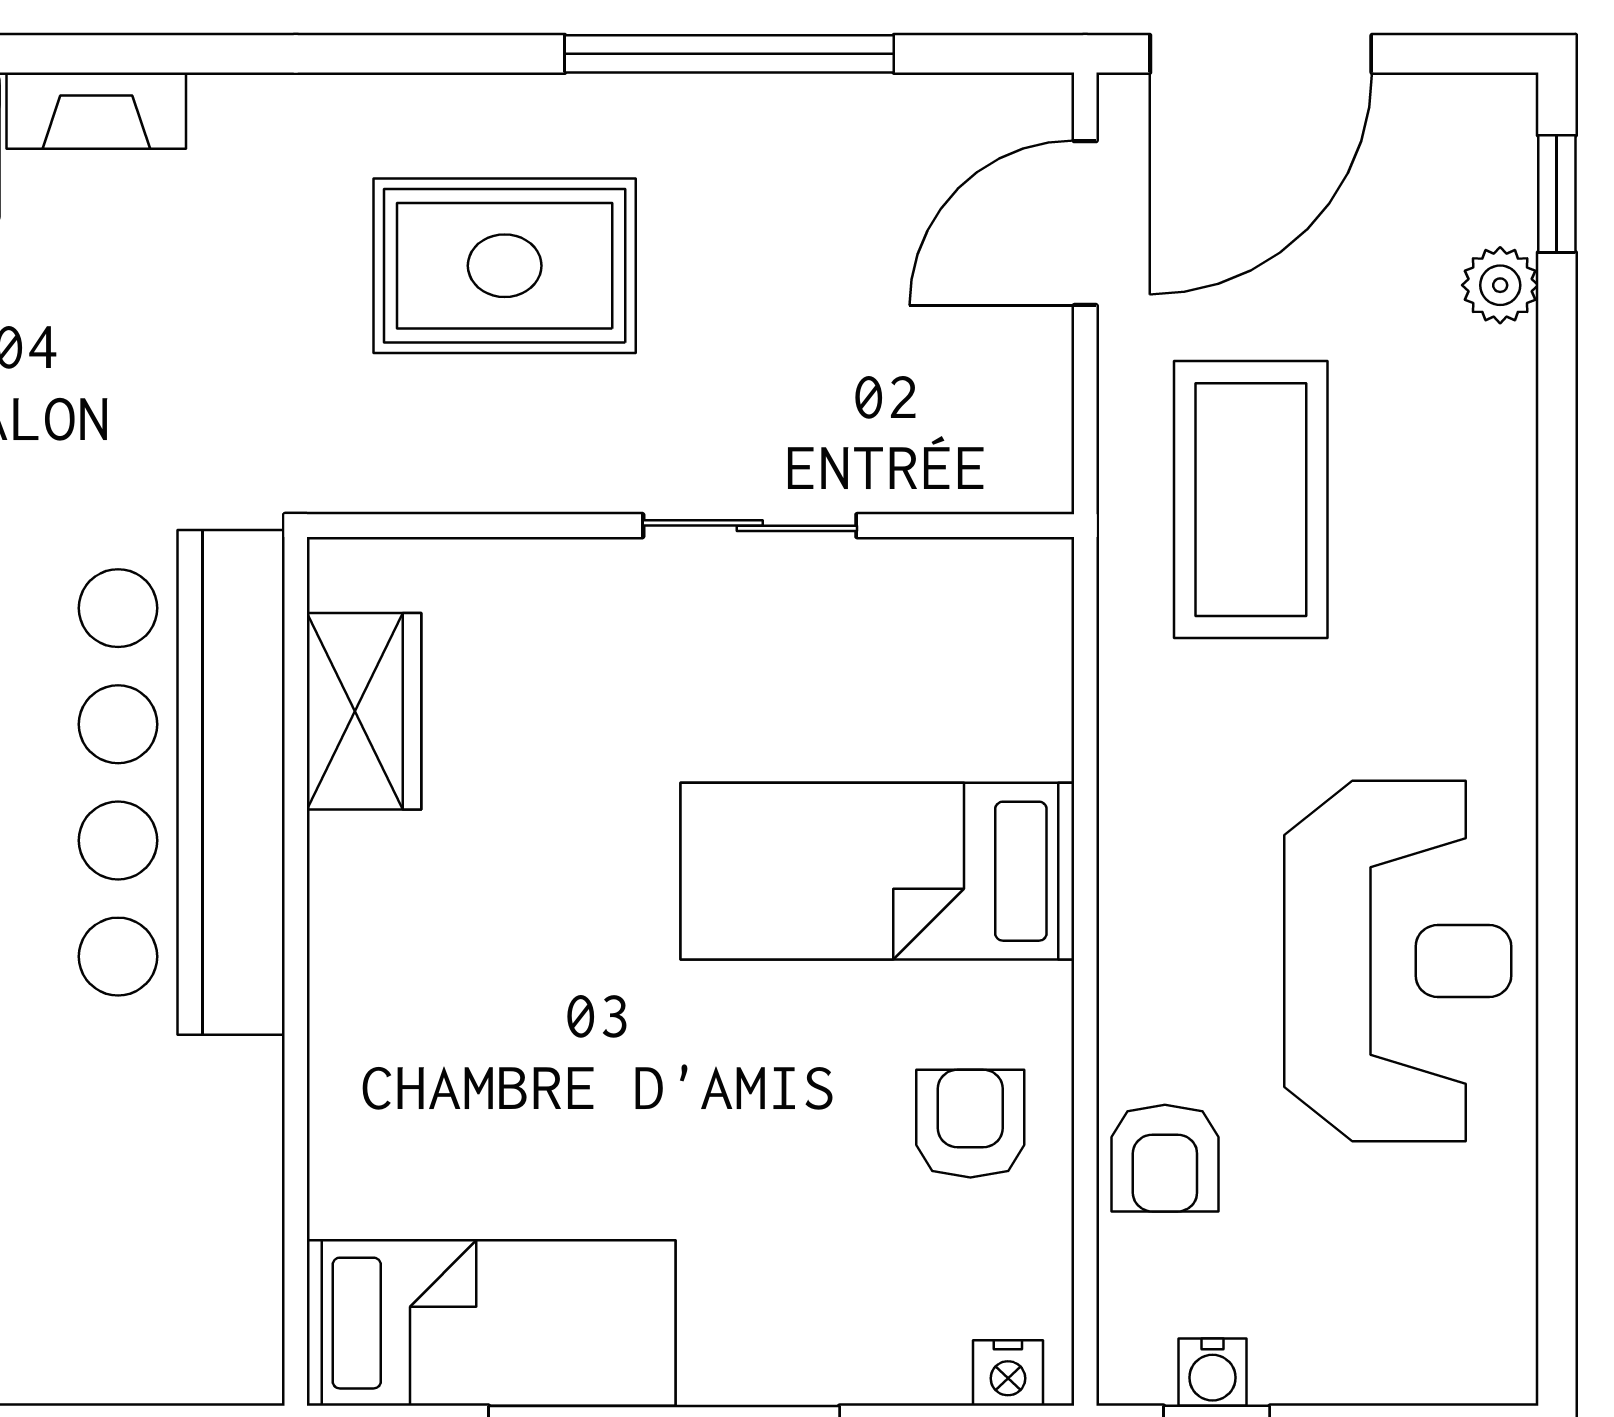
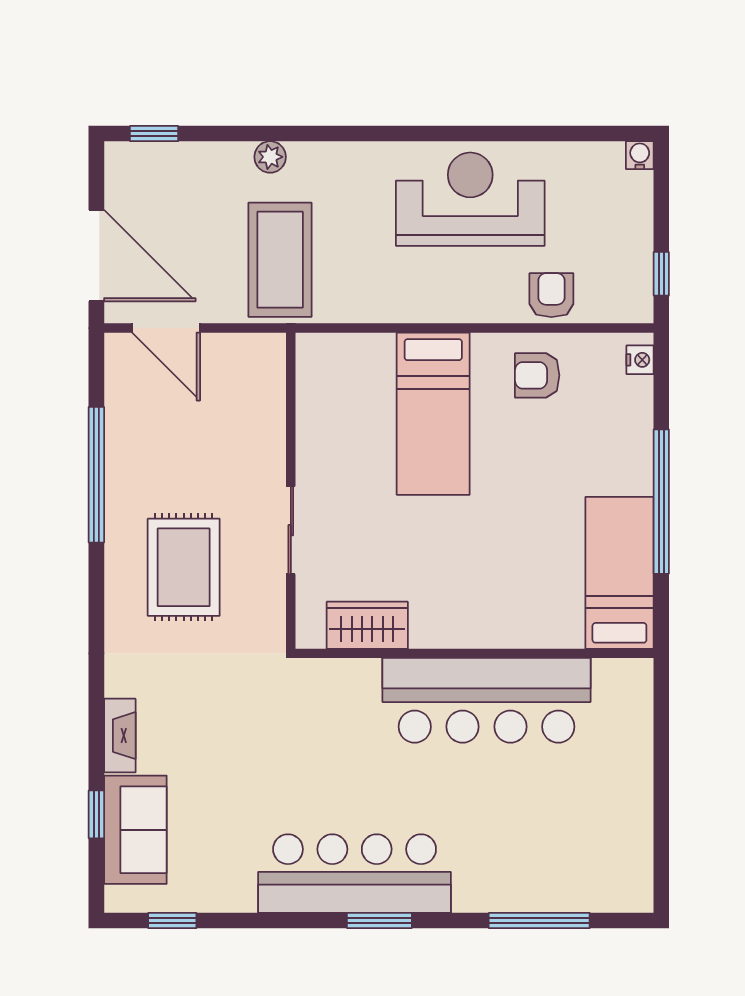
plant: (1500, 285) -> (270, 157), moved
coffee table: (1251, 500) -> (280, 260), turned 90
sliding door: (750, 526) -> (291, 530), moved
bar counter: (182, 782) -> (486, 700), moved
armchair: (1165, 1158) -> (551, 295), turned -90
water cooler: (1212, 1372) -> (640, 155), moved, turned -90

